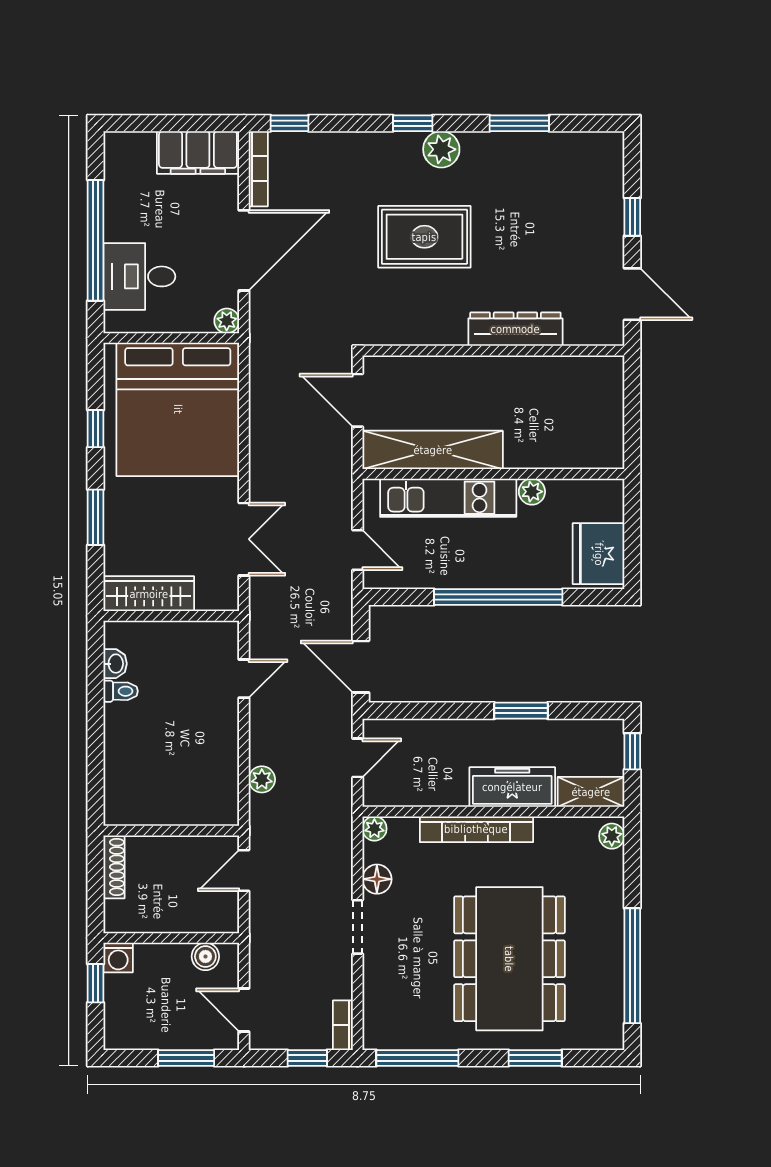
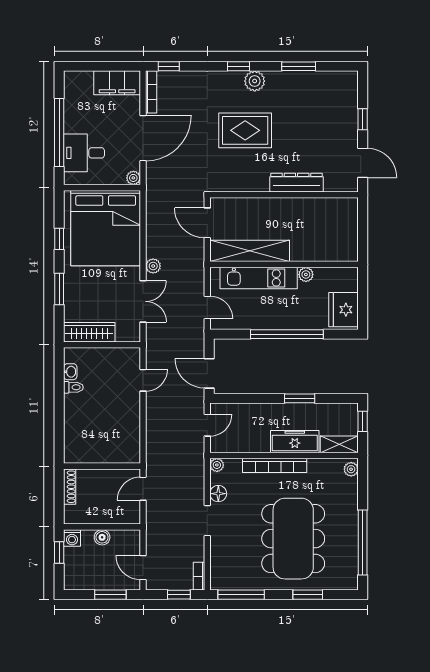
plant: (262, 779) -> (153, 266), moved
boiler: (205, 956) -> (102, 537), moved

